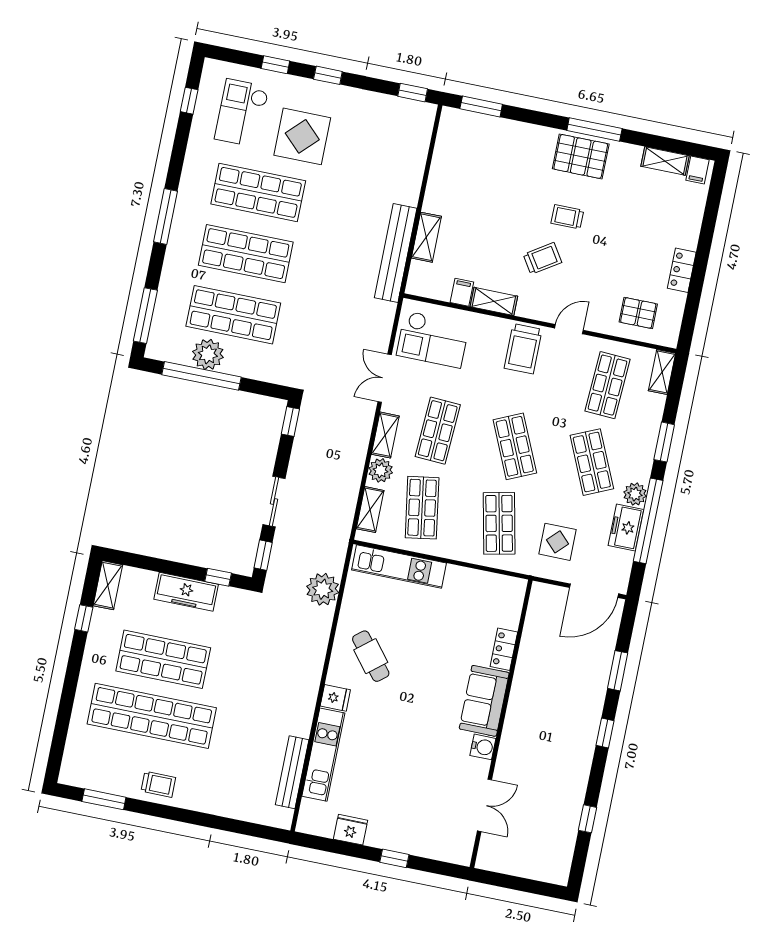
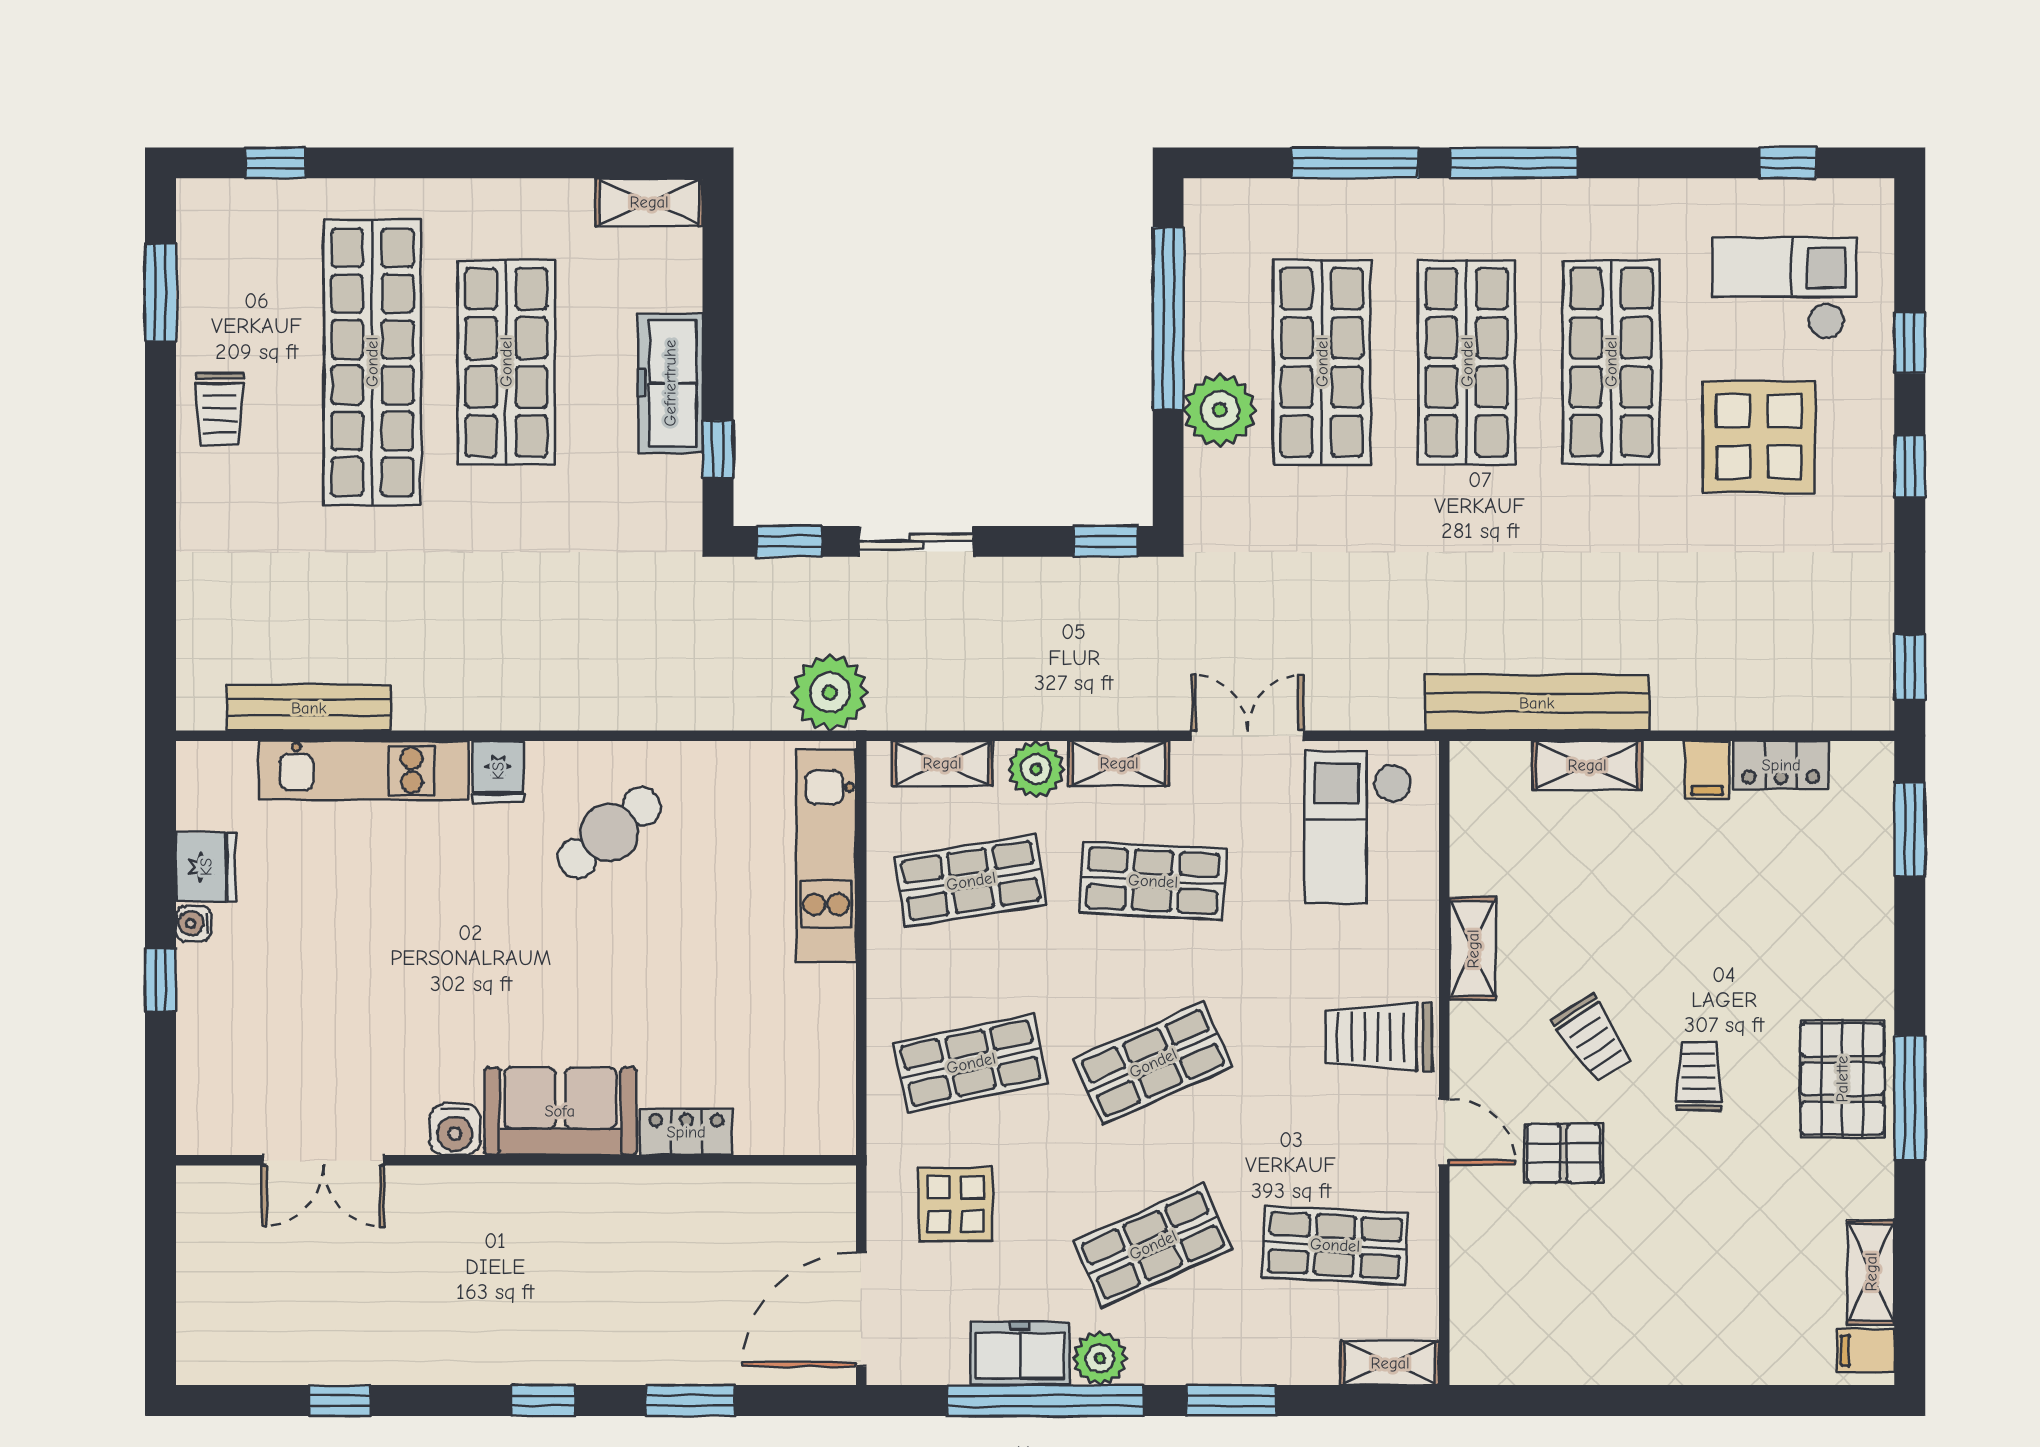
locker: (682, 270) -> (1781, 765), moved, turned 180
filing cabinet: (462, 292) -> (1707, 770), moved, turned 90
pallet: (638, 313) -> (1563, 1153), moved, turned 90
window: (145, 316) -> (1355, 163), moved
plant: (208, 354) -> (1220, 410), moved
plant: (323, 589) -> (830, 692), moved
door: (594, 591) -> (861, 1310), hinge flipped
window: (84, 618) -> (276, 163), moved
water cooler: (373, 840) -> (194, 923), added

